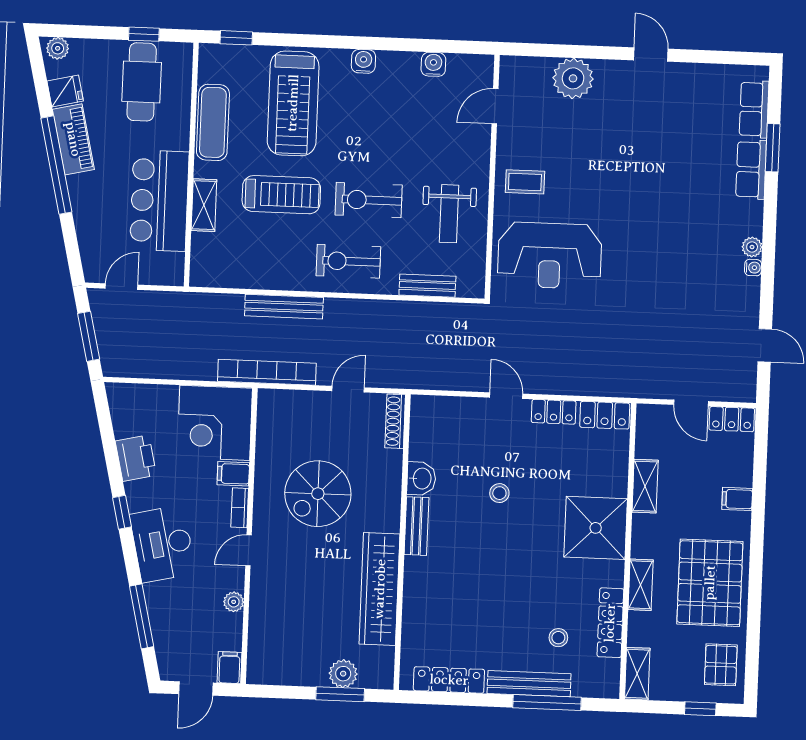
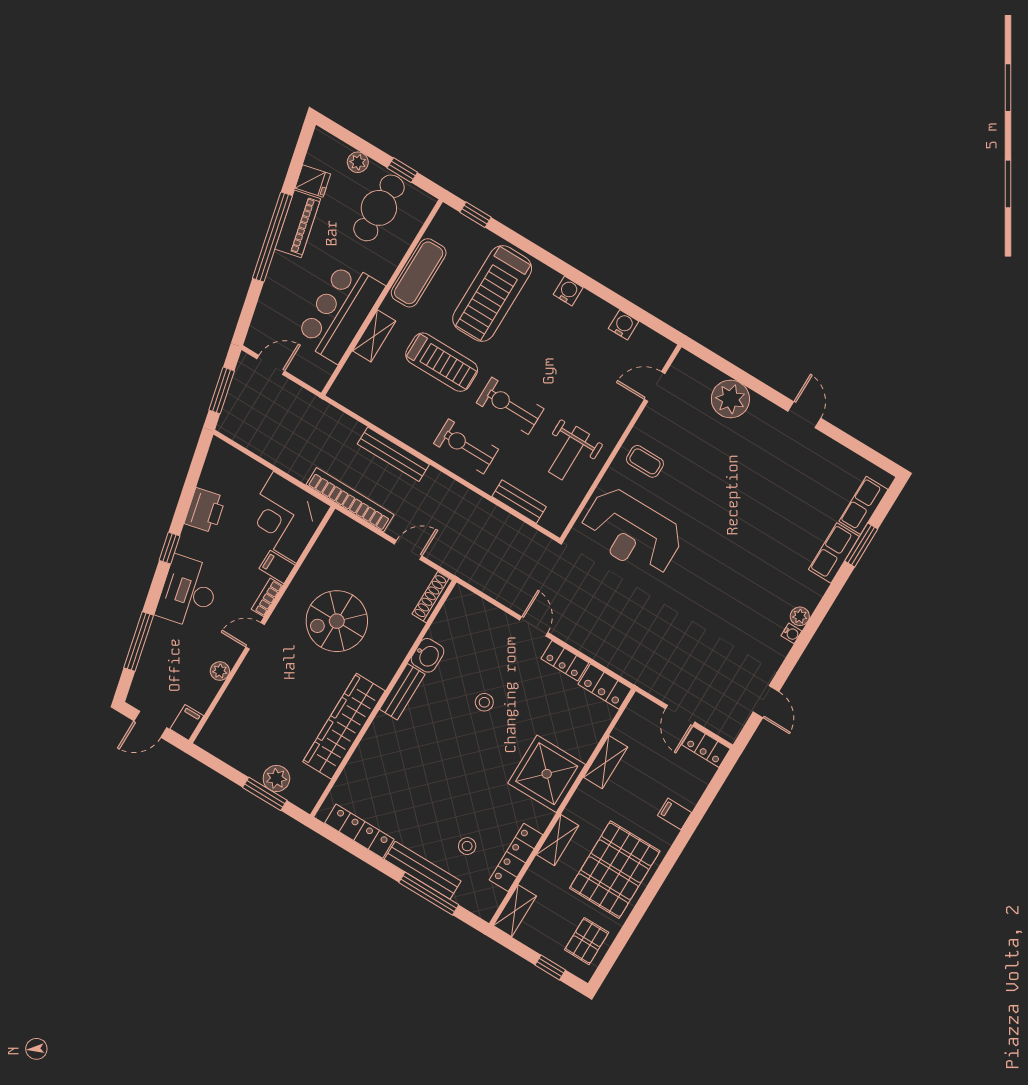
plant: (58, 48) -> (358, 162), moved

